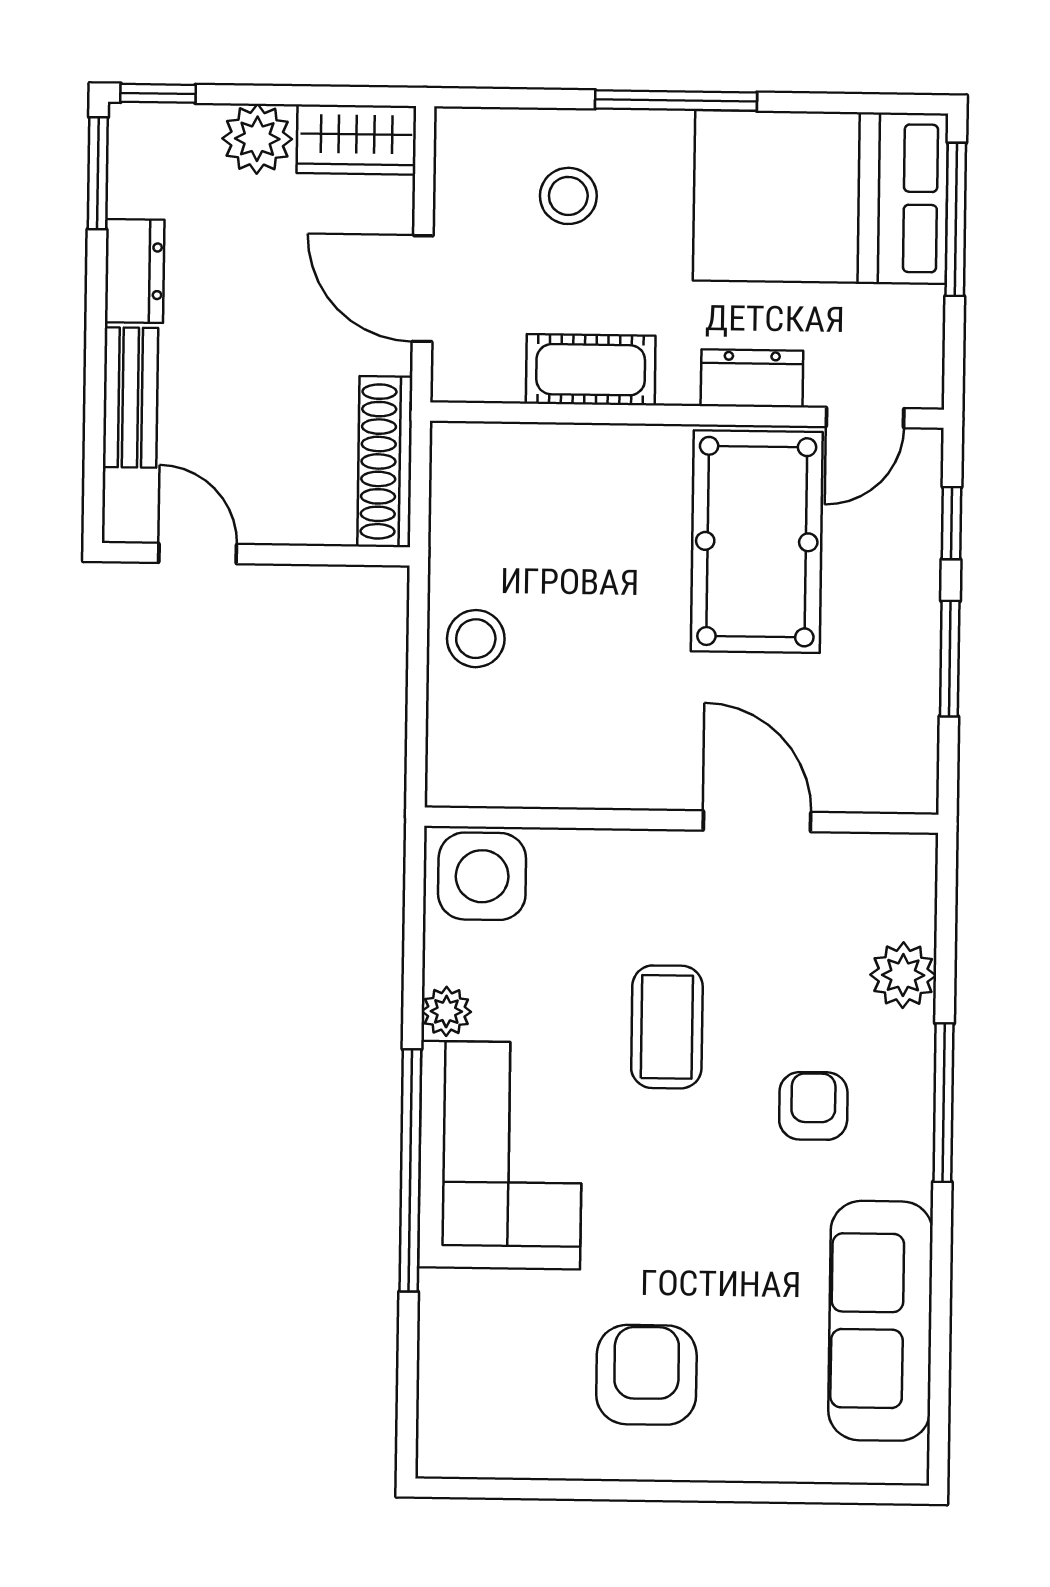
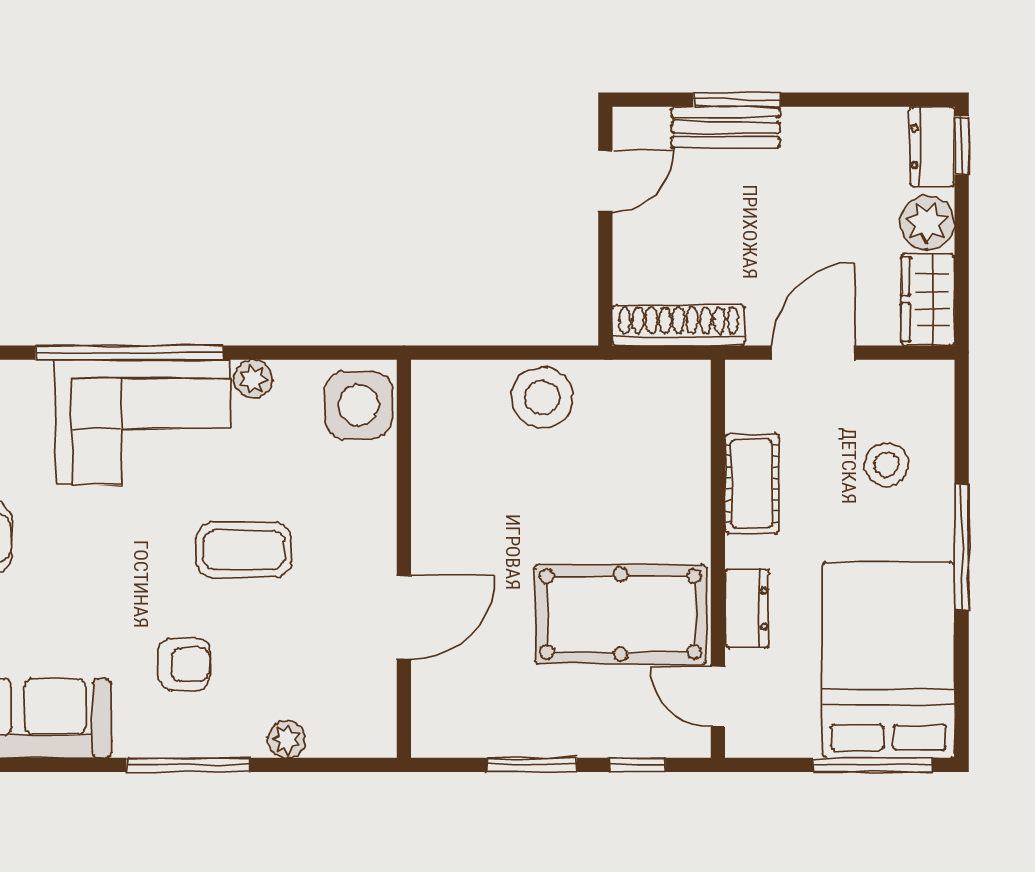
window: (98, 173) -> (737, 100), moved
dresser: (135, 271) -> (932, 147), moved, turned 90
stool: (476, 639) -> (542, 398), width x1.38, depth x1.38
plant: (903, 975) -> (286, 739), width x0.73, depth x0.73

